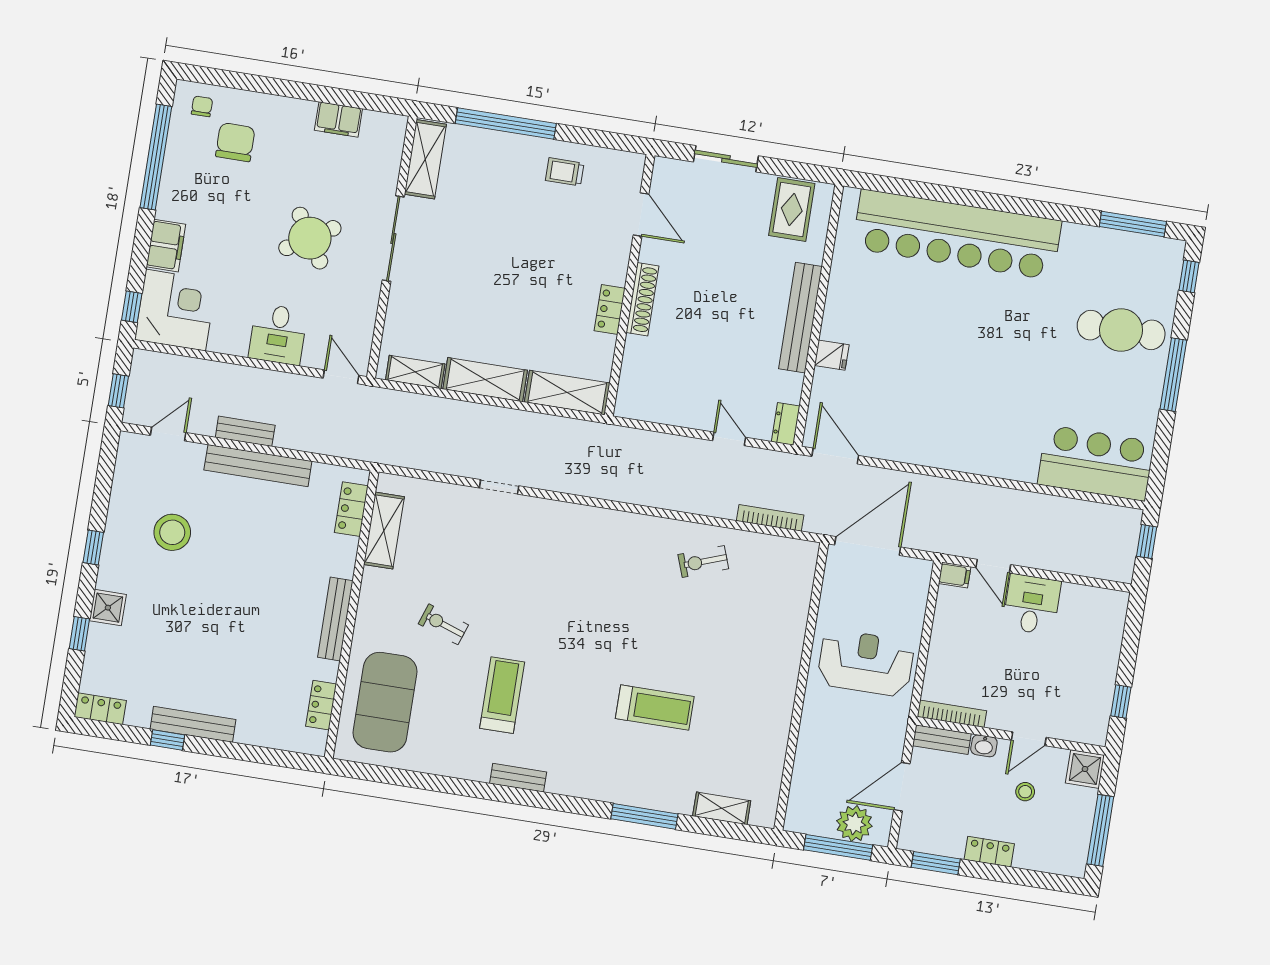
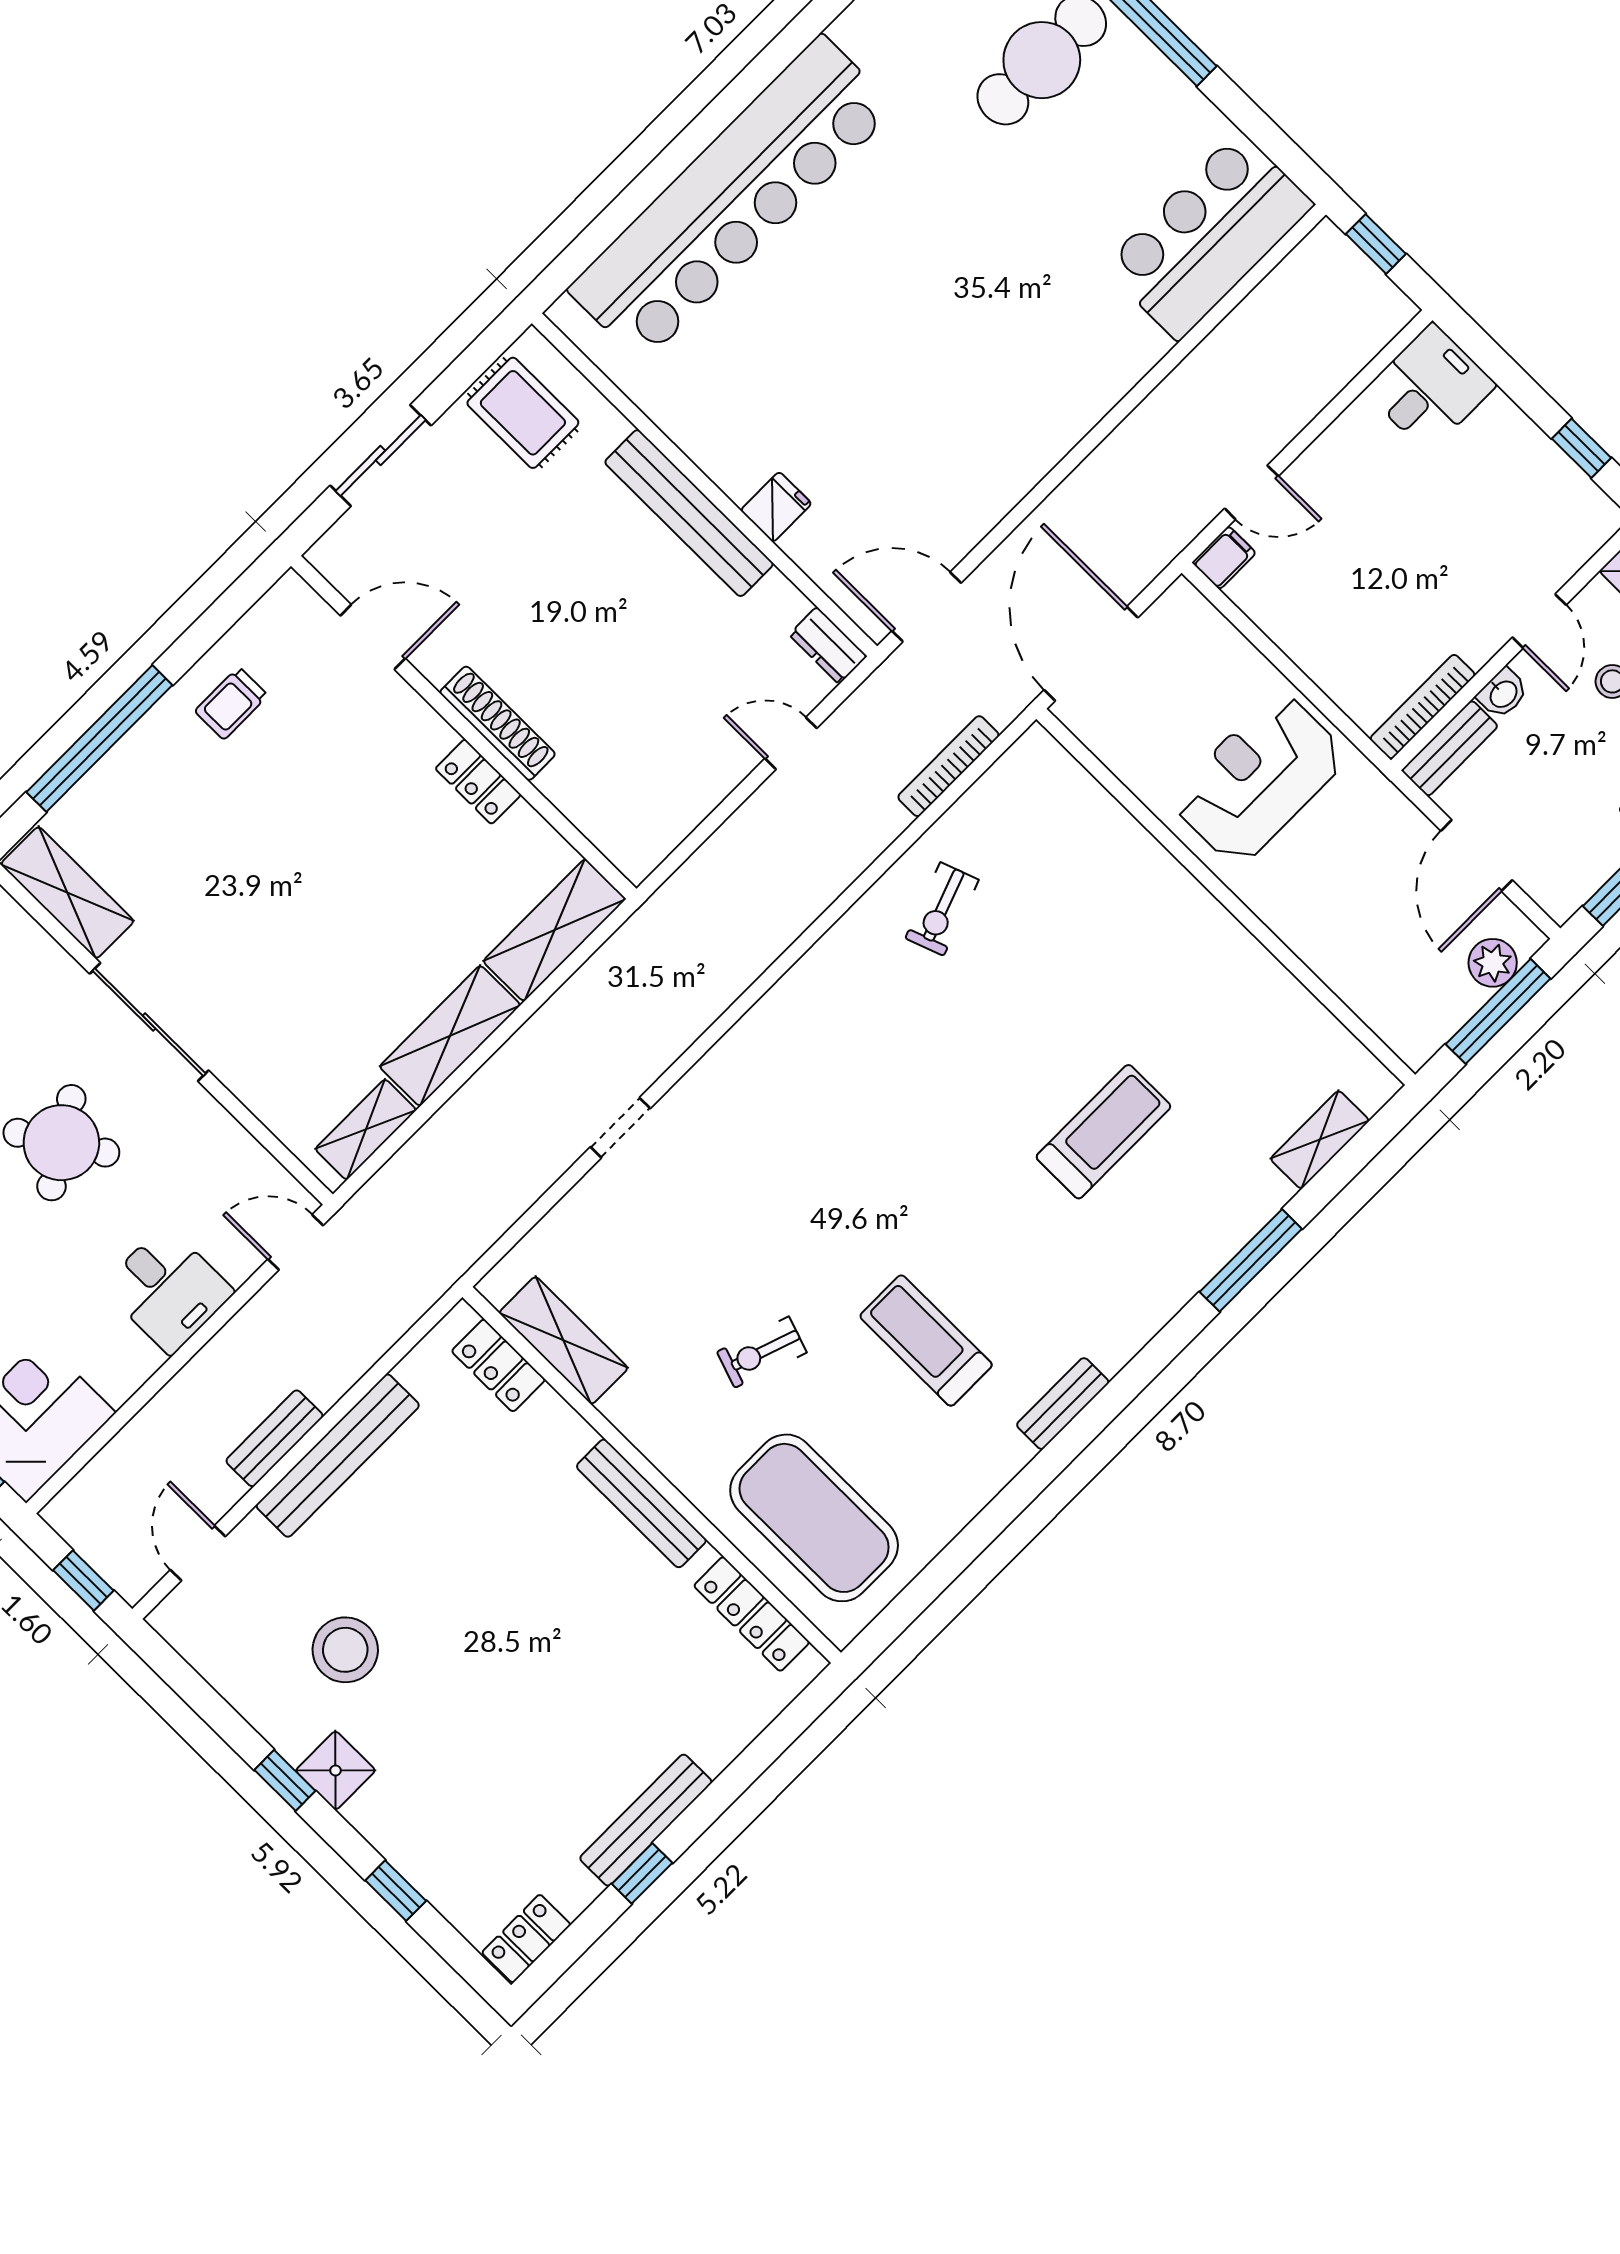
desk: (1032, 604) -> (1430, 388), moved, turned 90
shower: (108, 608) -> (336, 1770), moved
locker: (321, 705) -> (752, 1614), width x1.53
plant: (854, 824) -> (1493, 963), width x0.73, depth x0.73

